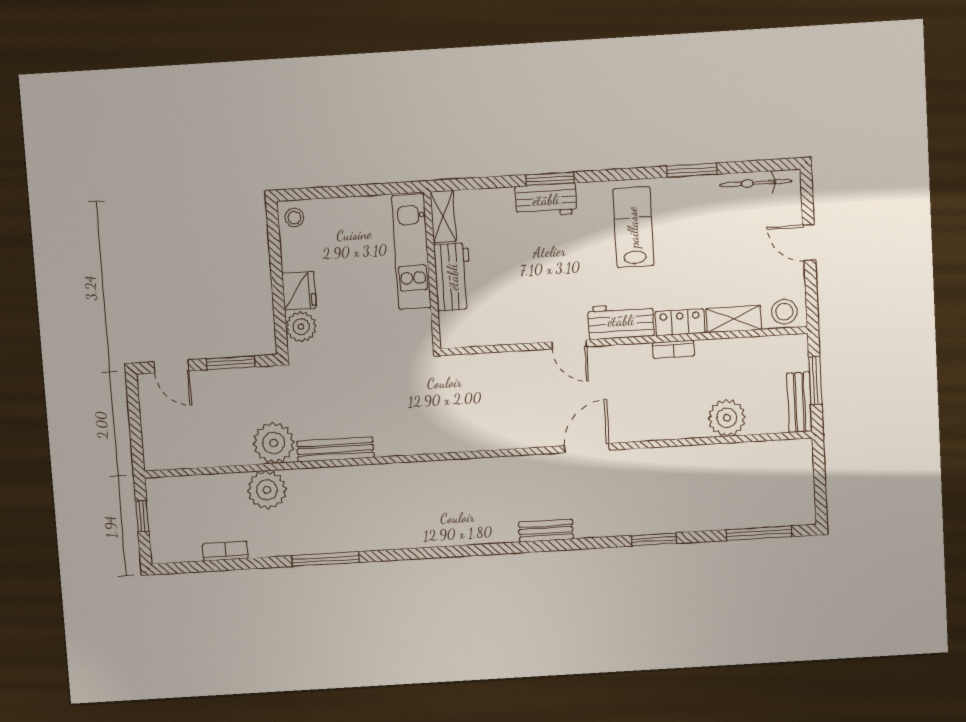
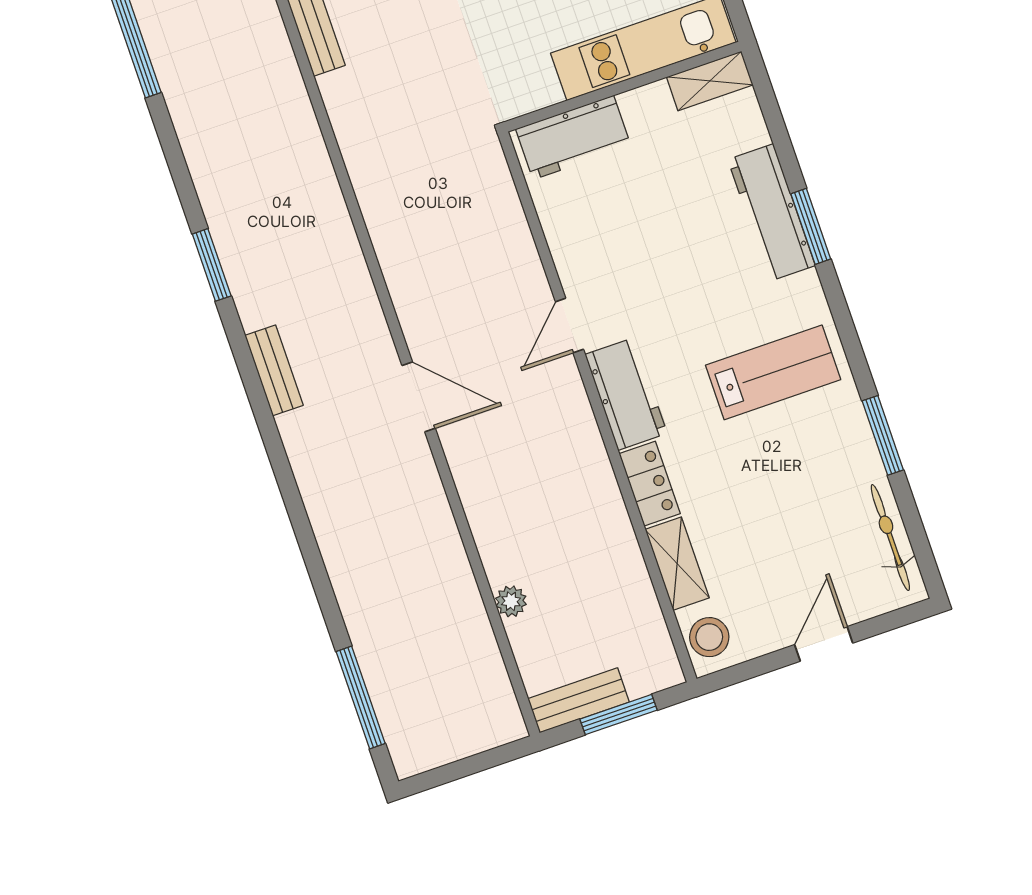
workbench: (546, 200) -> (772, 213), width x1.38
workbench: (453, 277) -> (573, 137), moved
bookcase: (673, 349) -> (606, 486), removed
plant: (727, 418) -> (511, 601), width x0.53, depth x0.53
window: (654, 539) -> (212, 265), moved

